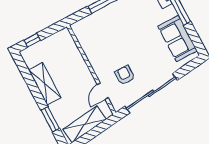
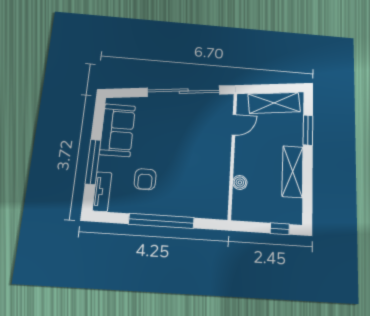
boiler: (76, 54) -> (240, 182), added
armchair: (125, 75) -> (145, 179), moved

